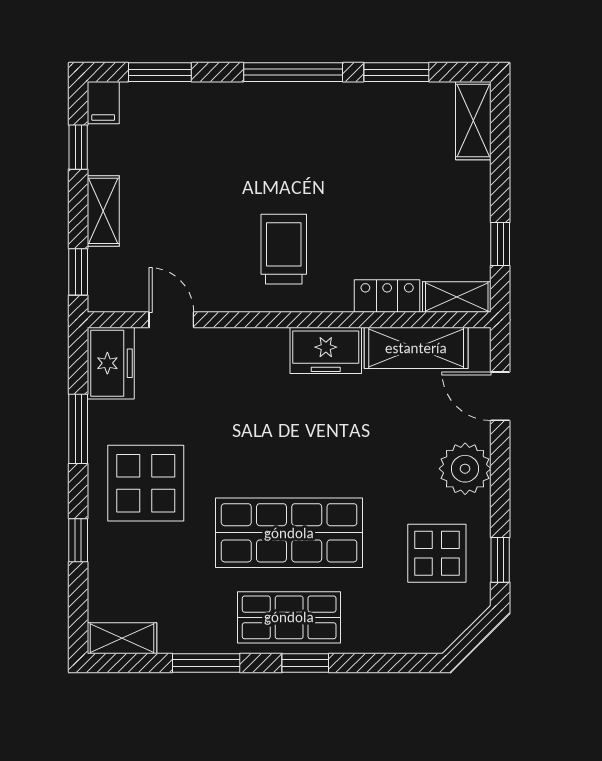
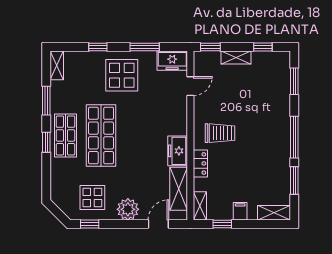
filing cabinet: (103, 103) -> (240, 211), moved, turned 90
locker: (387, 296) -> (200, 163), moved

